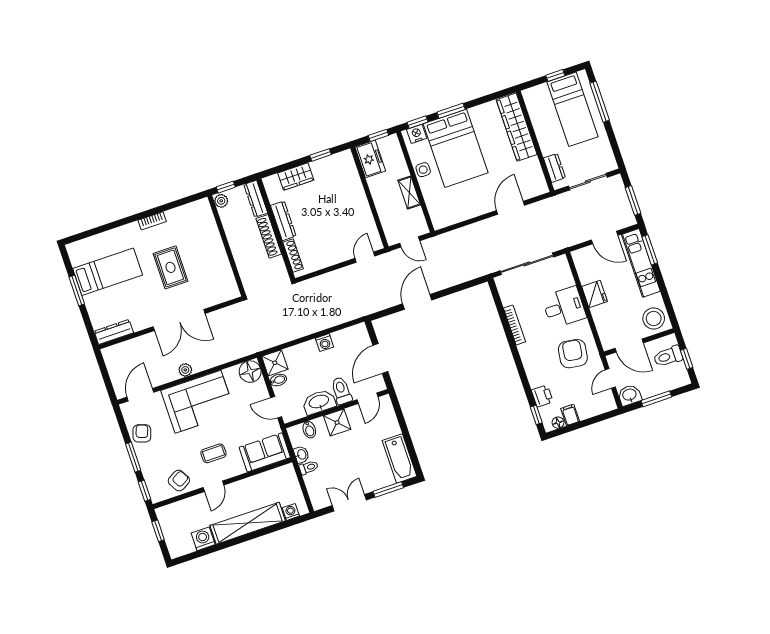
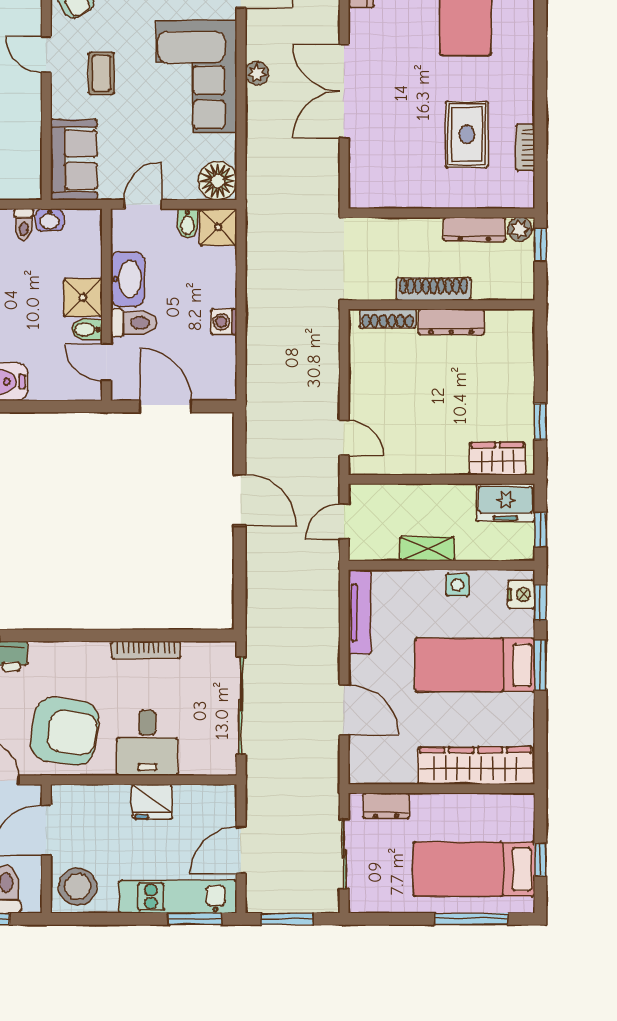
bed: (456, 148) -> (475, 665), width x0.67
wardrobe: (296, 177) -> (497, 459), moved, turned 90
dresser: (256, 199) -> (475, 229), moved, turned 180
tv unit: (456, 217) -> (360, 612), added
bookcase: (152, 221) -> (525, 147), moved
rug: (170, 267) -> (467, 134), moved, turned 90
armchair: (573, 354) -> (65, 731), width x1.36, depth x1.36
bidet: (309, 430) -> (87, 329), moved

